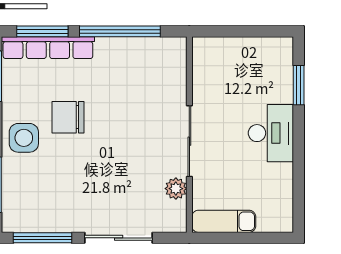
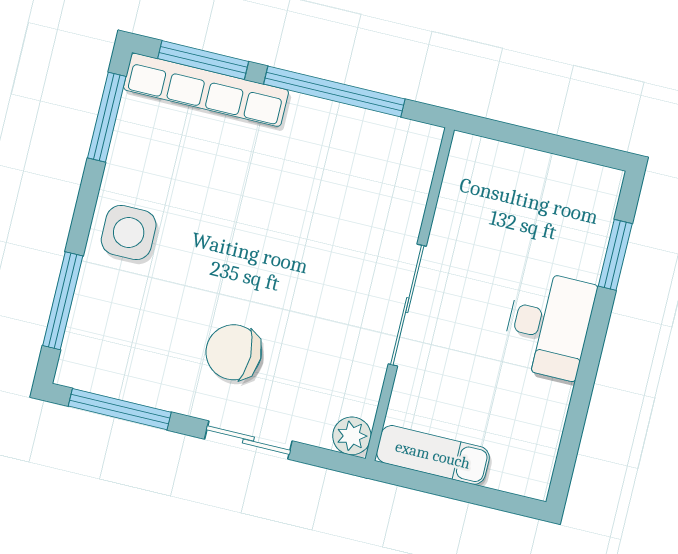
chair: (68, 117) -> (234, 352), moved
plant: (176, 189) -> (352, 436), moved
sliding door: (119, 238) -> (248, 440), width x0.73

